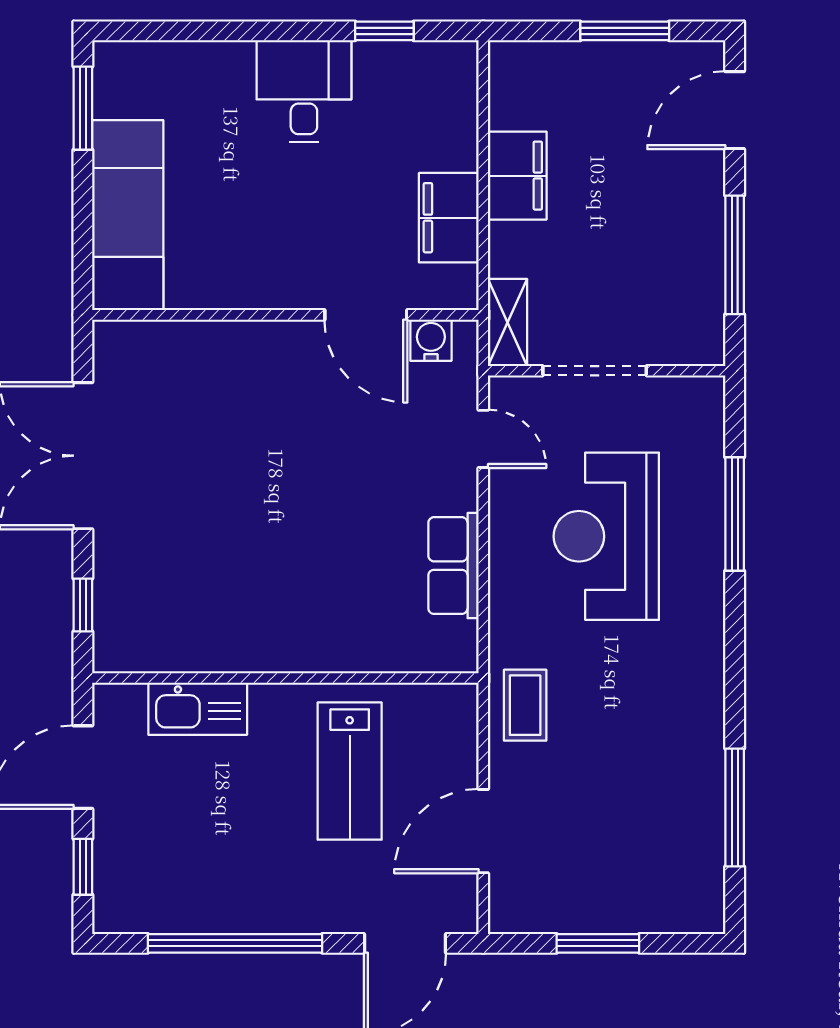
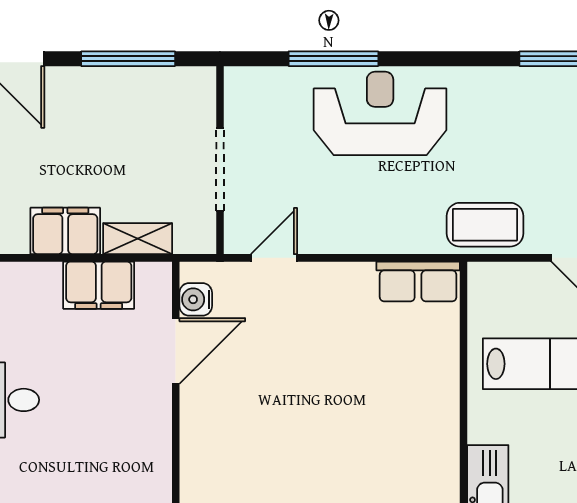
shelving: (508, 323) -> (138, 239), moved
reception desk: (606, 536) -> (380, 113), moved, turned 180
row of seats: (453, 566) -> (418, 282), moved
coffee table: (525, 705) -> (485, 225), width x1.36, depth x1.30

